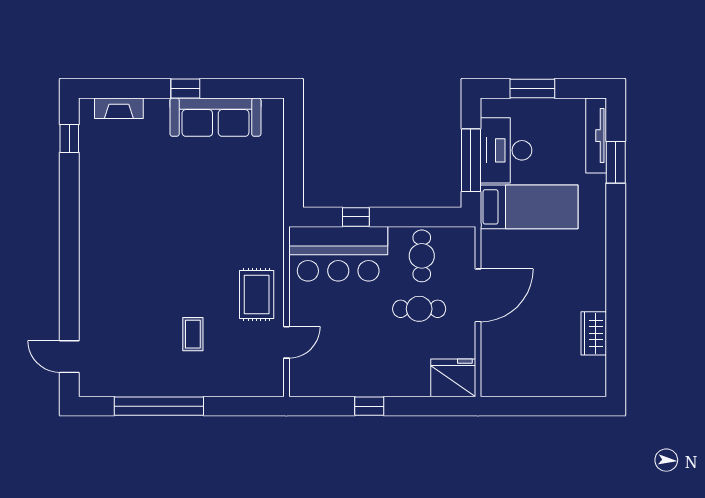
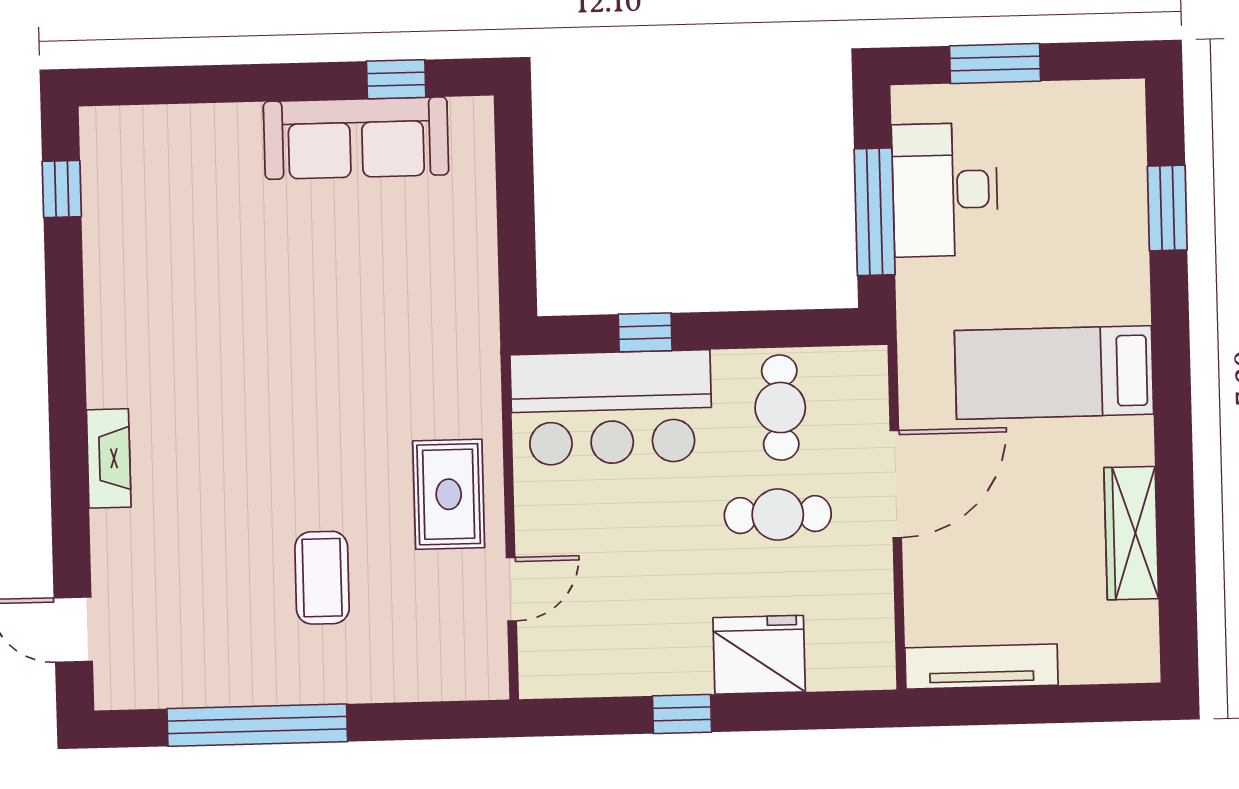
window: (185, 89) -> (396, 79), moved
fireplace: (119, 108) -> (109, 458), moved, turned -90
tv unit: (596, 136) -> (982, 667), moved, turned 90
bed: (529, 207) -> (1054, 372), moved, turned 180
wardrobe: (594, 333) -> (1131, 533), width x1.50
coffee table: (193, 334) -> (322, 578), width x1.36, depth x1.30
fridge: (453, 378) -> (759, 655), moved

